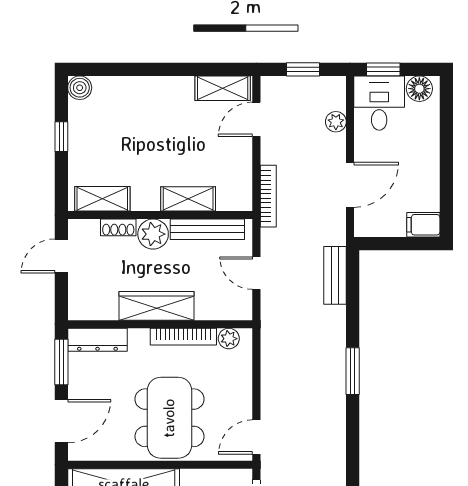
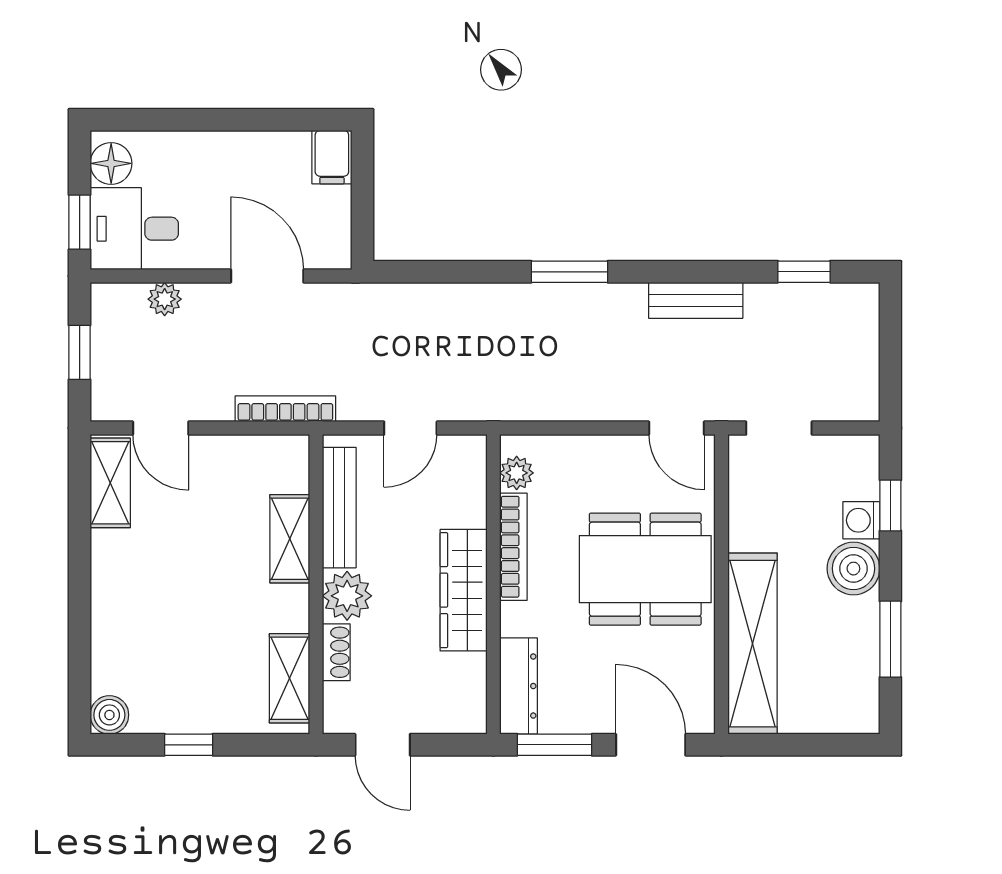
bench: (335, 275) -> (696, 300), moved

